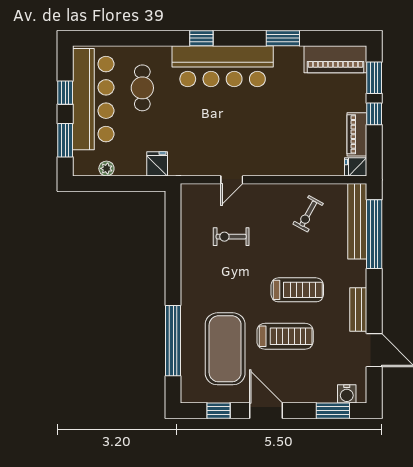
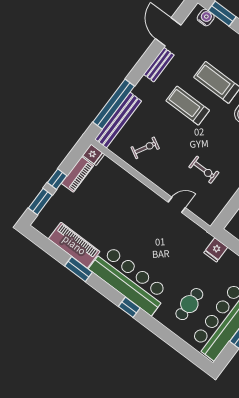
piano: (335, 59) -> (74, 245), moved

